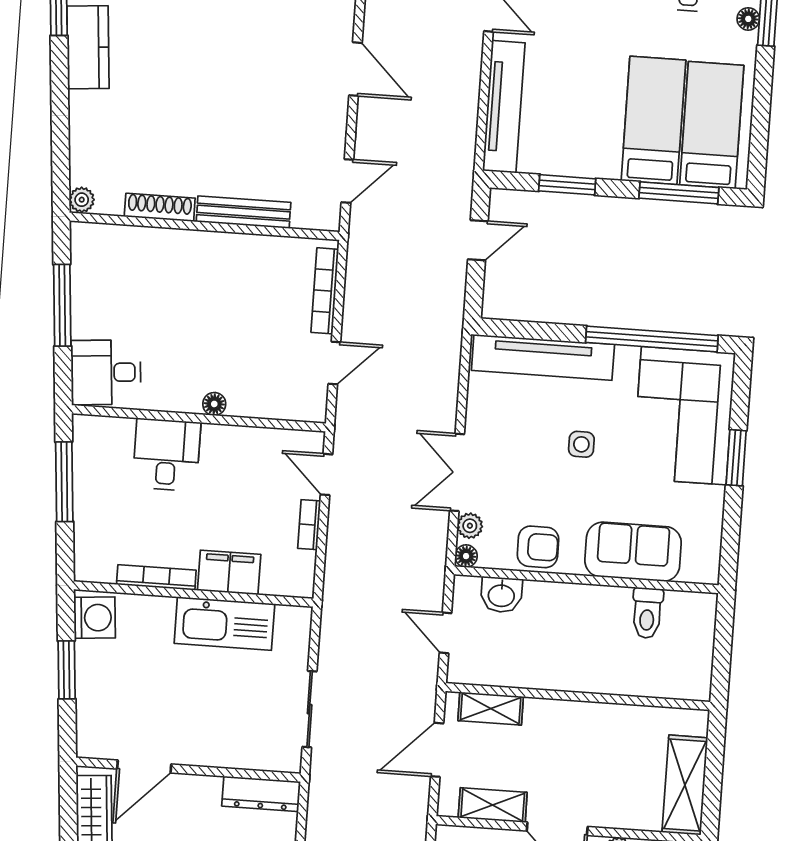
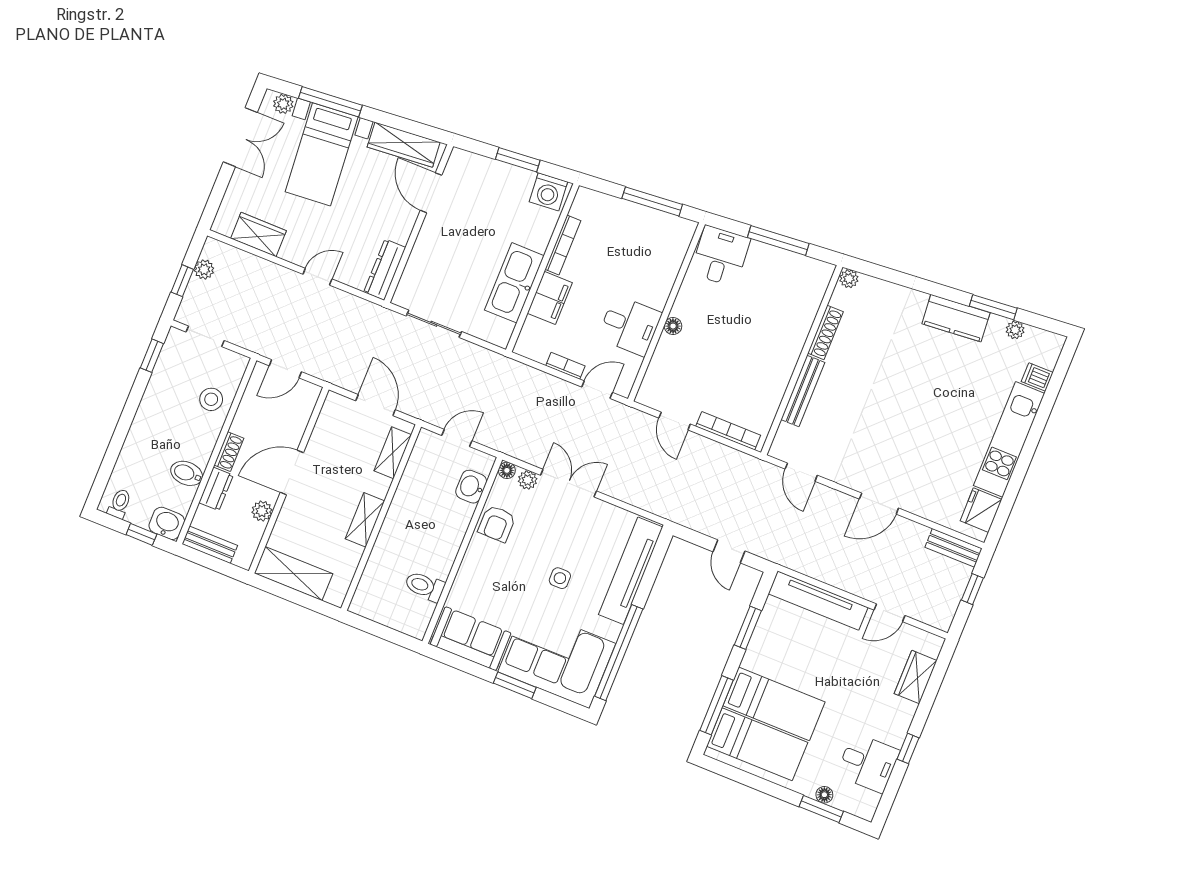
desk: (166, 455) -> (630, 326), moved
sofa: (633, 552) -> (471, 639), moved, turned -90
shelving: (493, 805) -> (365, 520), moved

